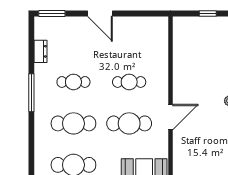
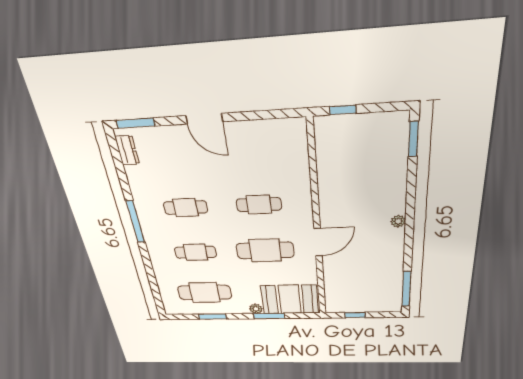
window: (208, 13) -> (343, 110), moved
dresser: (41, 51) -> (127, 150), moved
cafe table: (73, 123) -> (196, 252), width x0.73, depth x0.74

